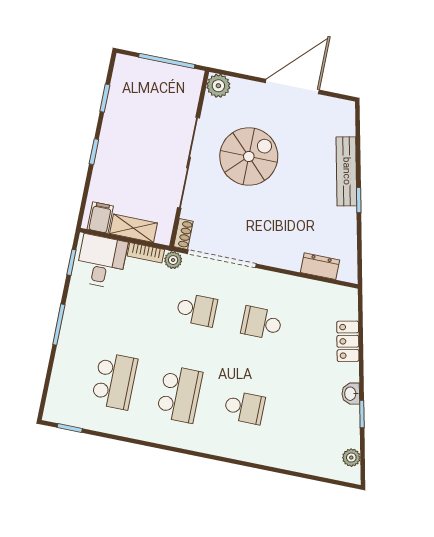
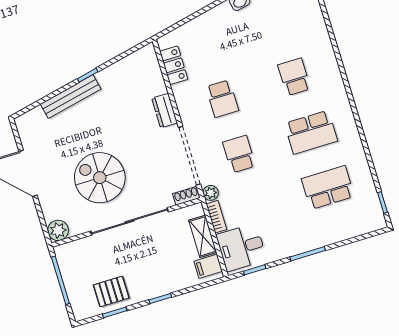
pallet: (128, 106) -> (111, 291), added
dresser: (320, 266) -> (165, 111), moved
locker: (348, 341) -> (174, 65), moved, turned -78
school desk: (179, 394) -> (311, 132), turned 180

